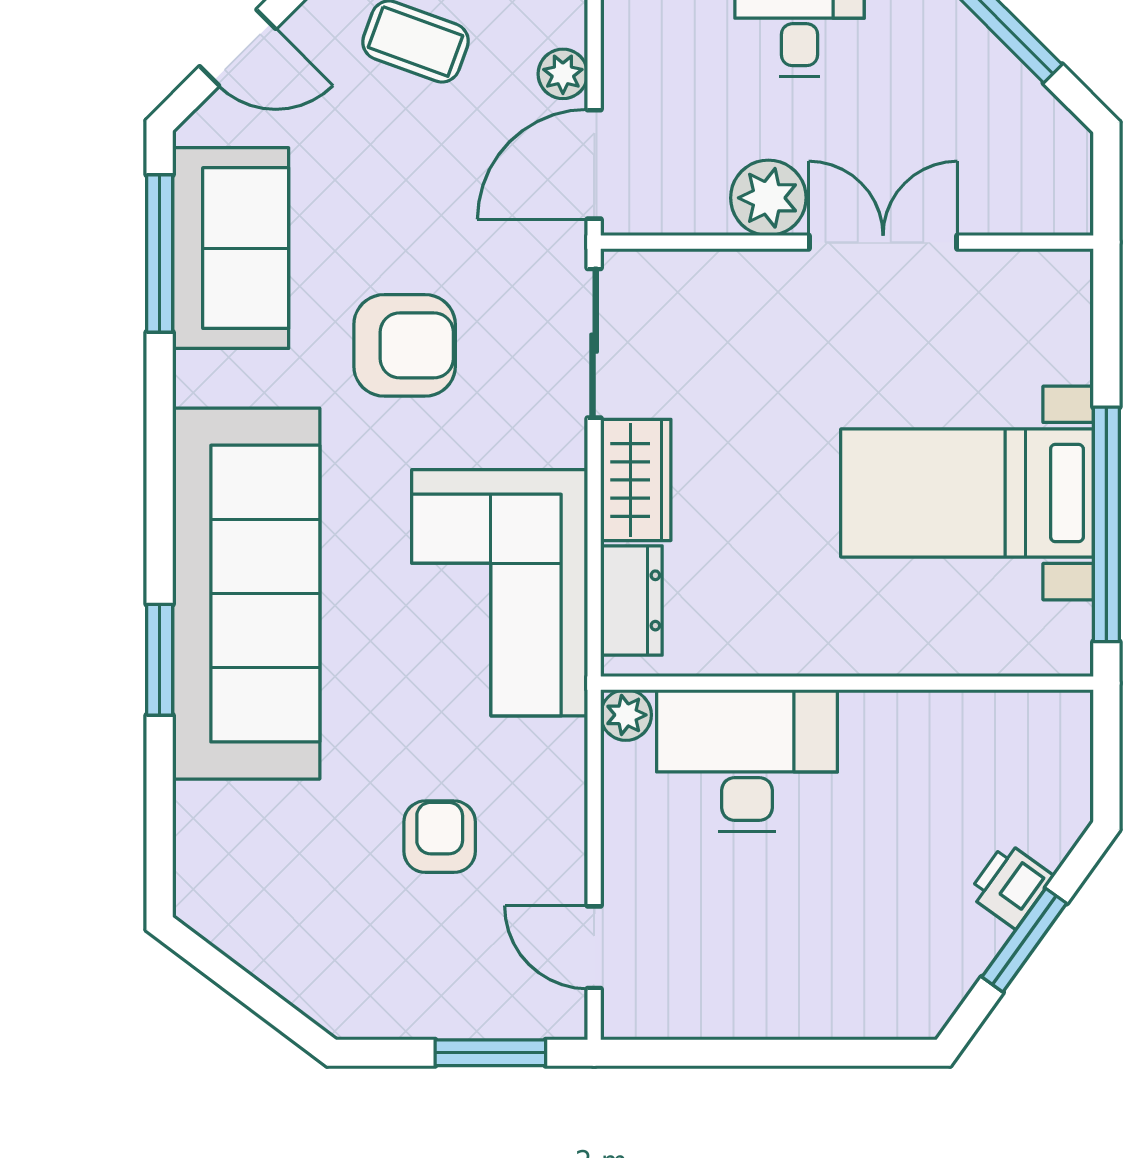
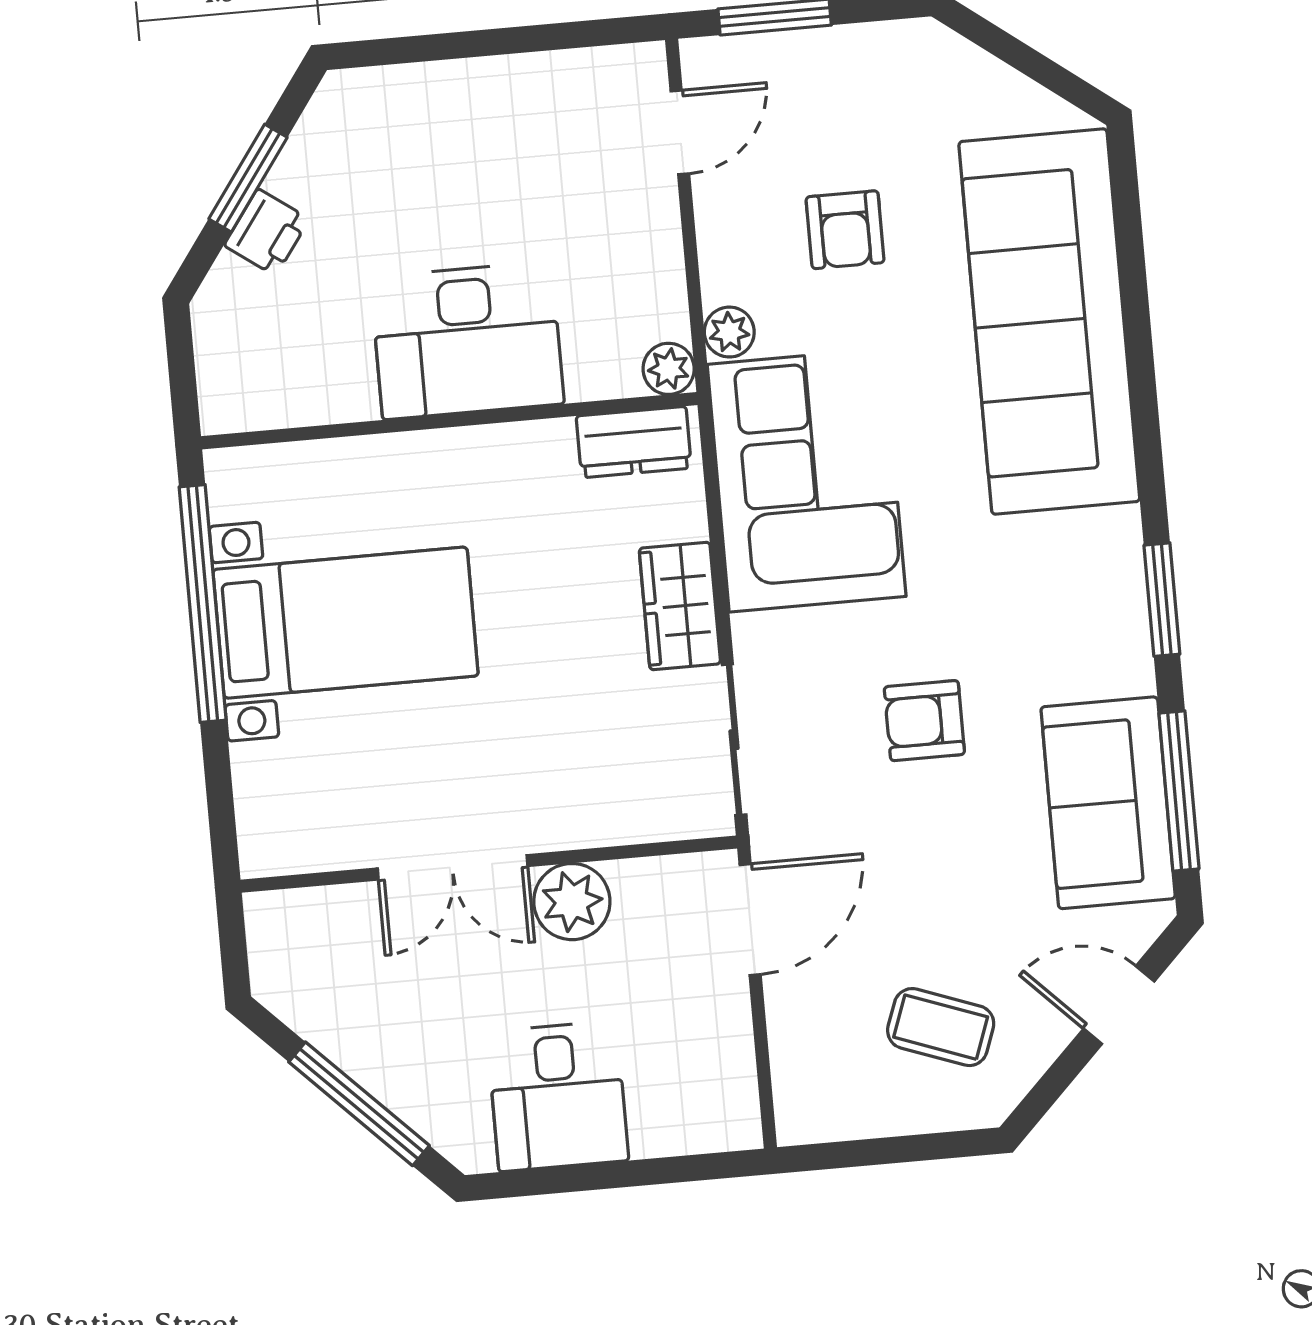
plant: (563, 74) -> (729, 332), moved
armchair: (405, 345) -> (924, 721), width x0.72, depth x0.72
sofa: (246, 594) -> (1049, 322), moved
dresser: (631, 600) -> (634, 442), moved, turned -90
window: (160, 660) -> (1162, 600), moved
desk: (747, 761) -> (467, 341), moved
door: (594, 947) -> (680, 132), hinge flipped

